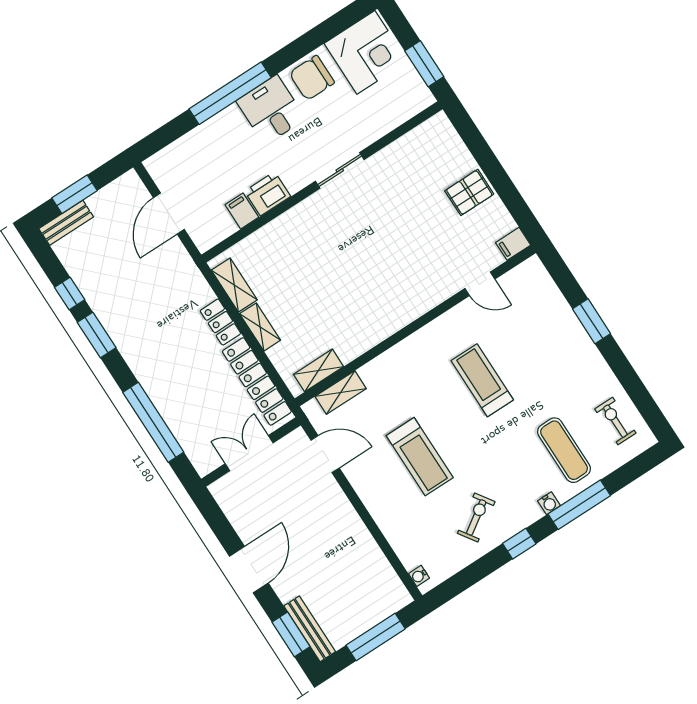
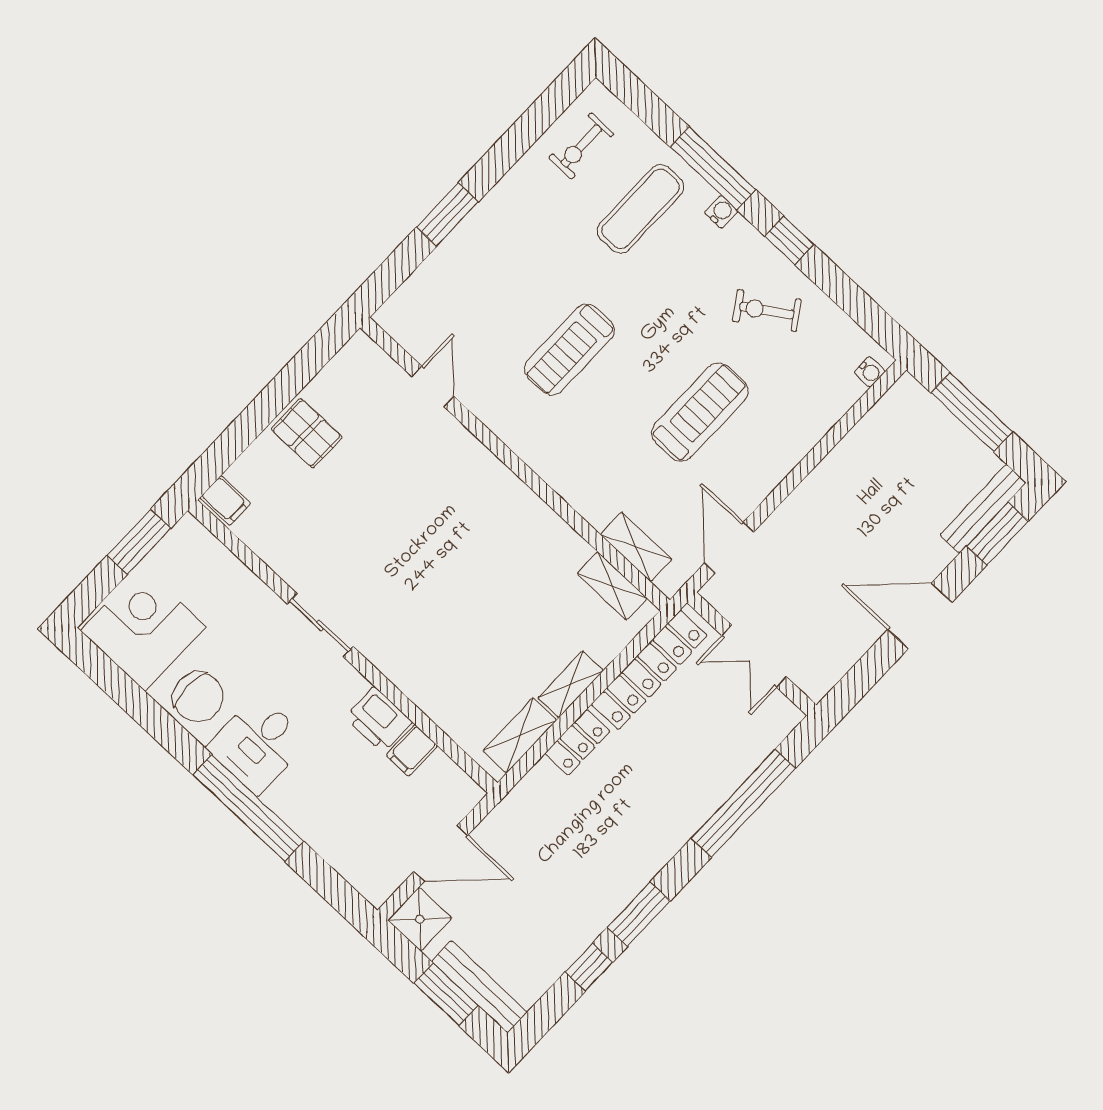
shower: (129, 189) -> (420, 919), added
bench: (66, 223) -> (479, 987), width x1.36
filing cabinet: (513, 244) -> (225, 501), moved

